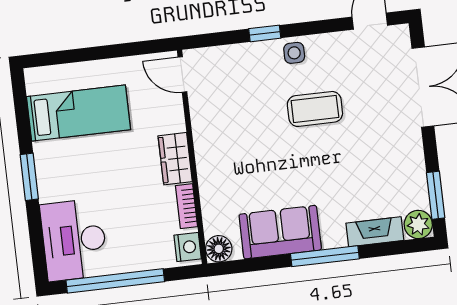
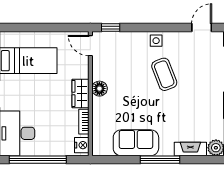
window: (265, 33) -> (111, 28), moved
coffee table: (315, 109) -> (164, 74), turned 69
floor lamp: (219, 249) -> (99, 89), moved

